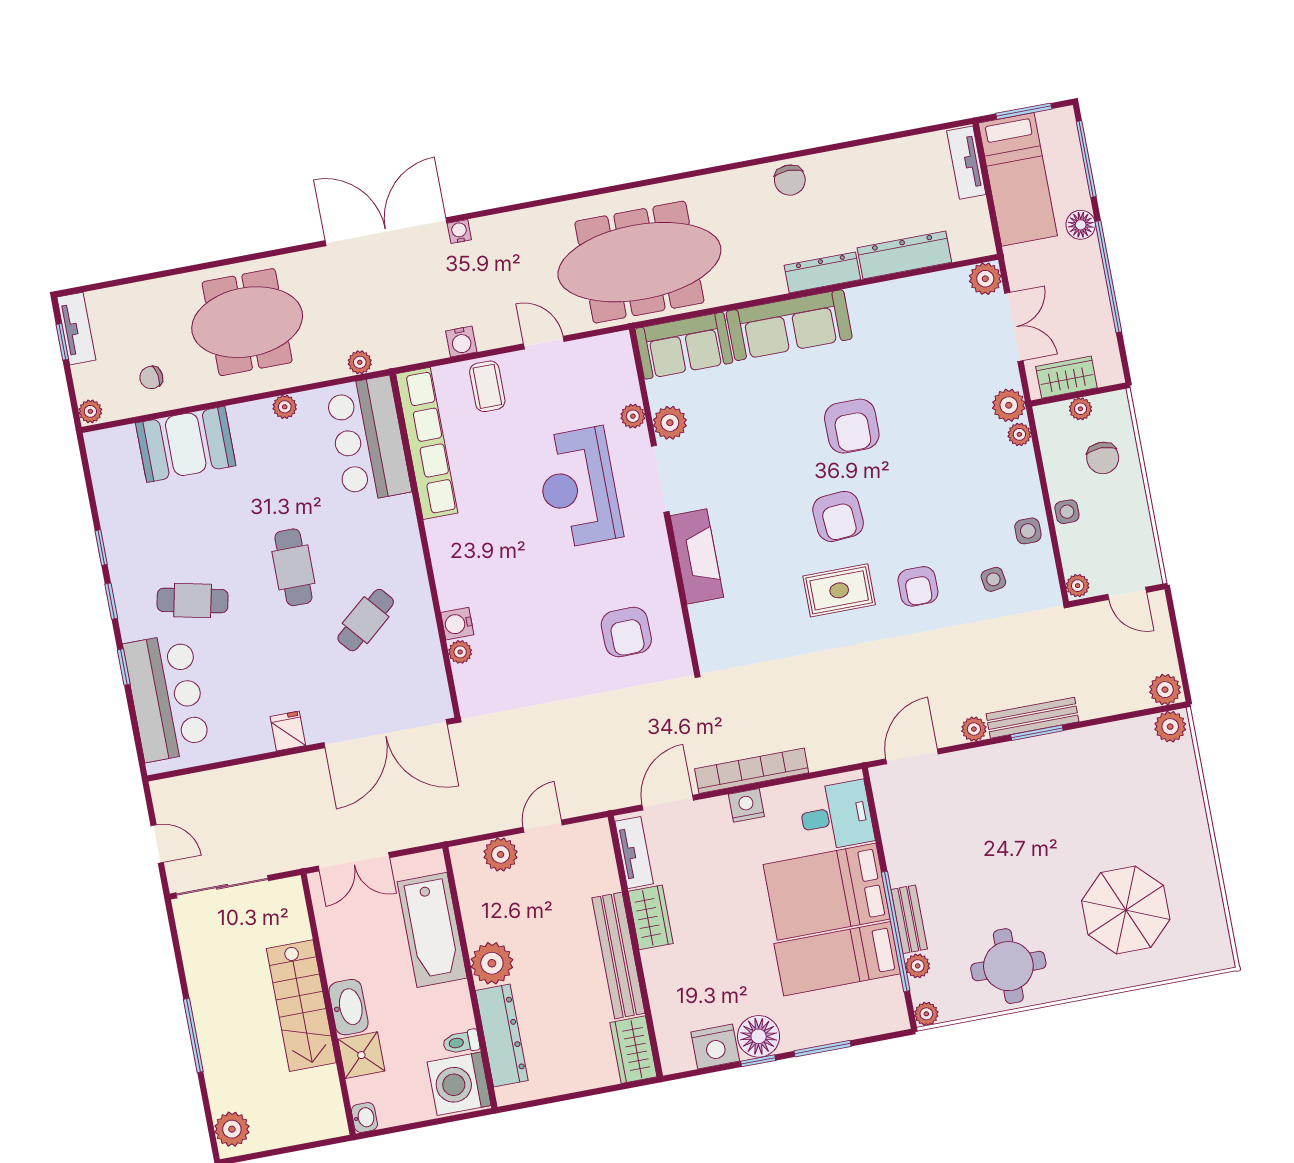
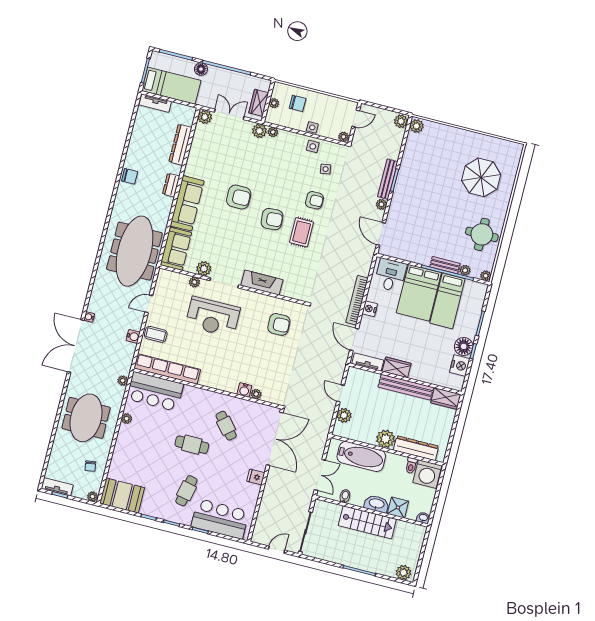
dresser: (822, 272) -> (171, 185), width x0.70
booth: (186, 444) -> (122, 496), moved, turned 90
bidet: (334, 934) -> (345, 496), added

